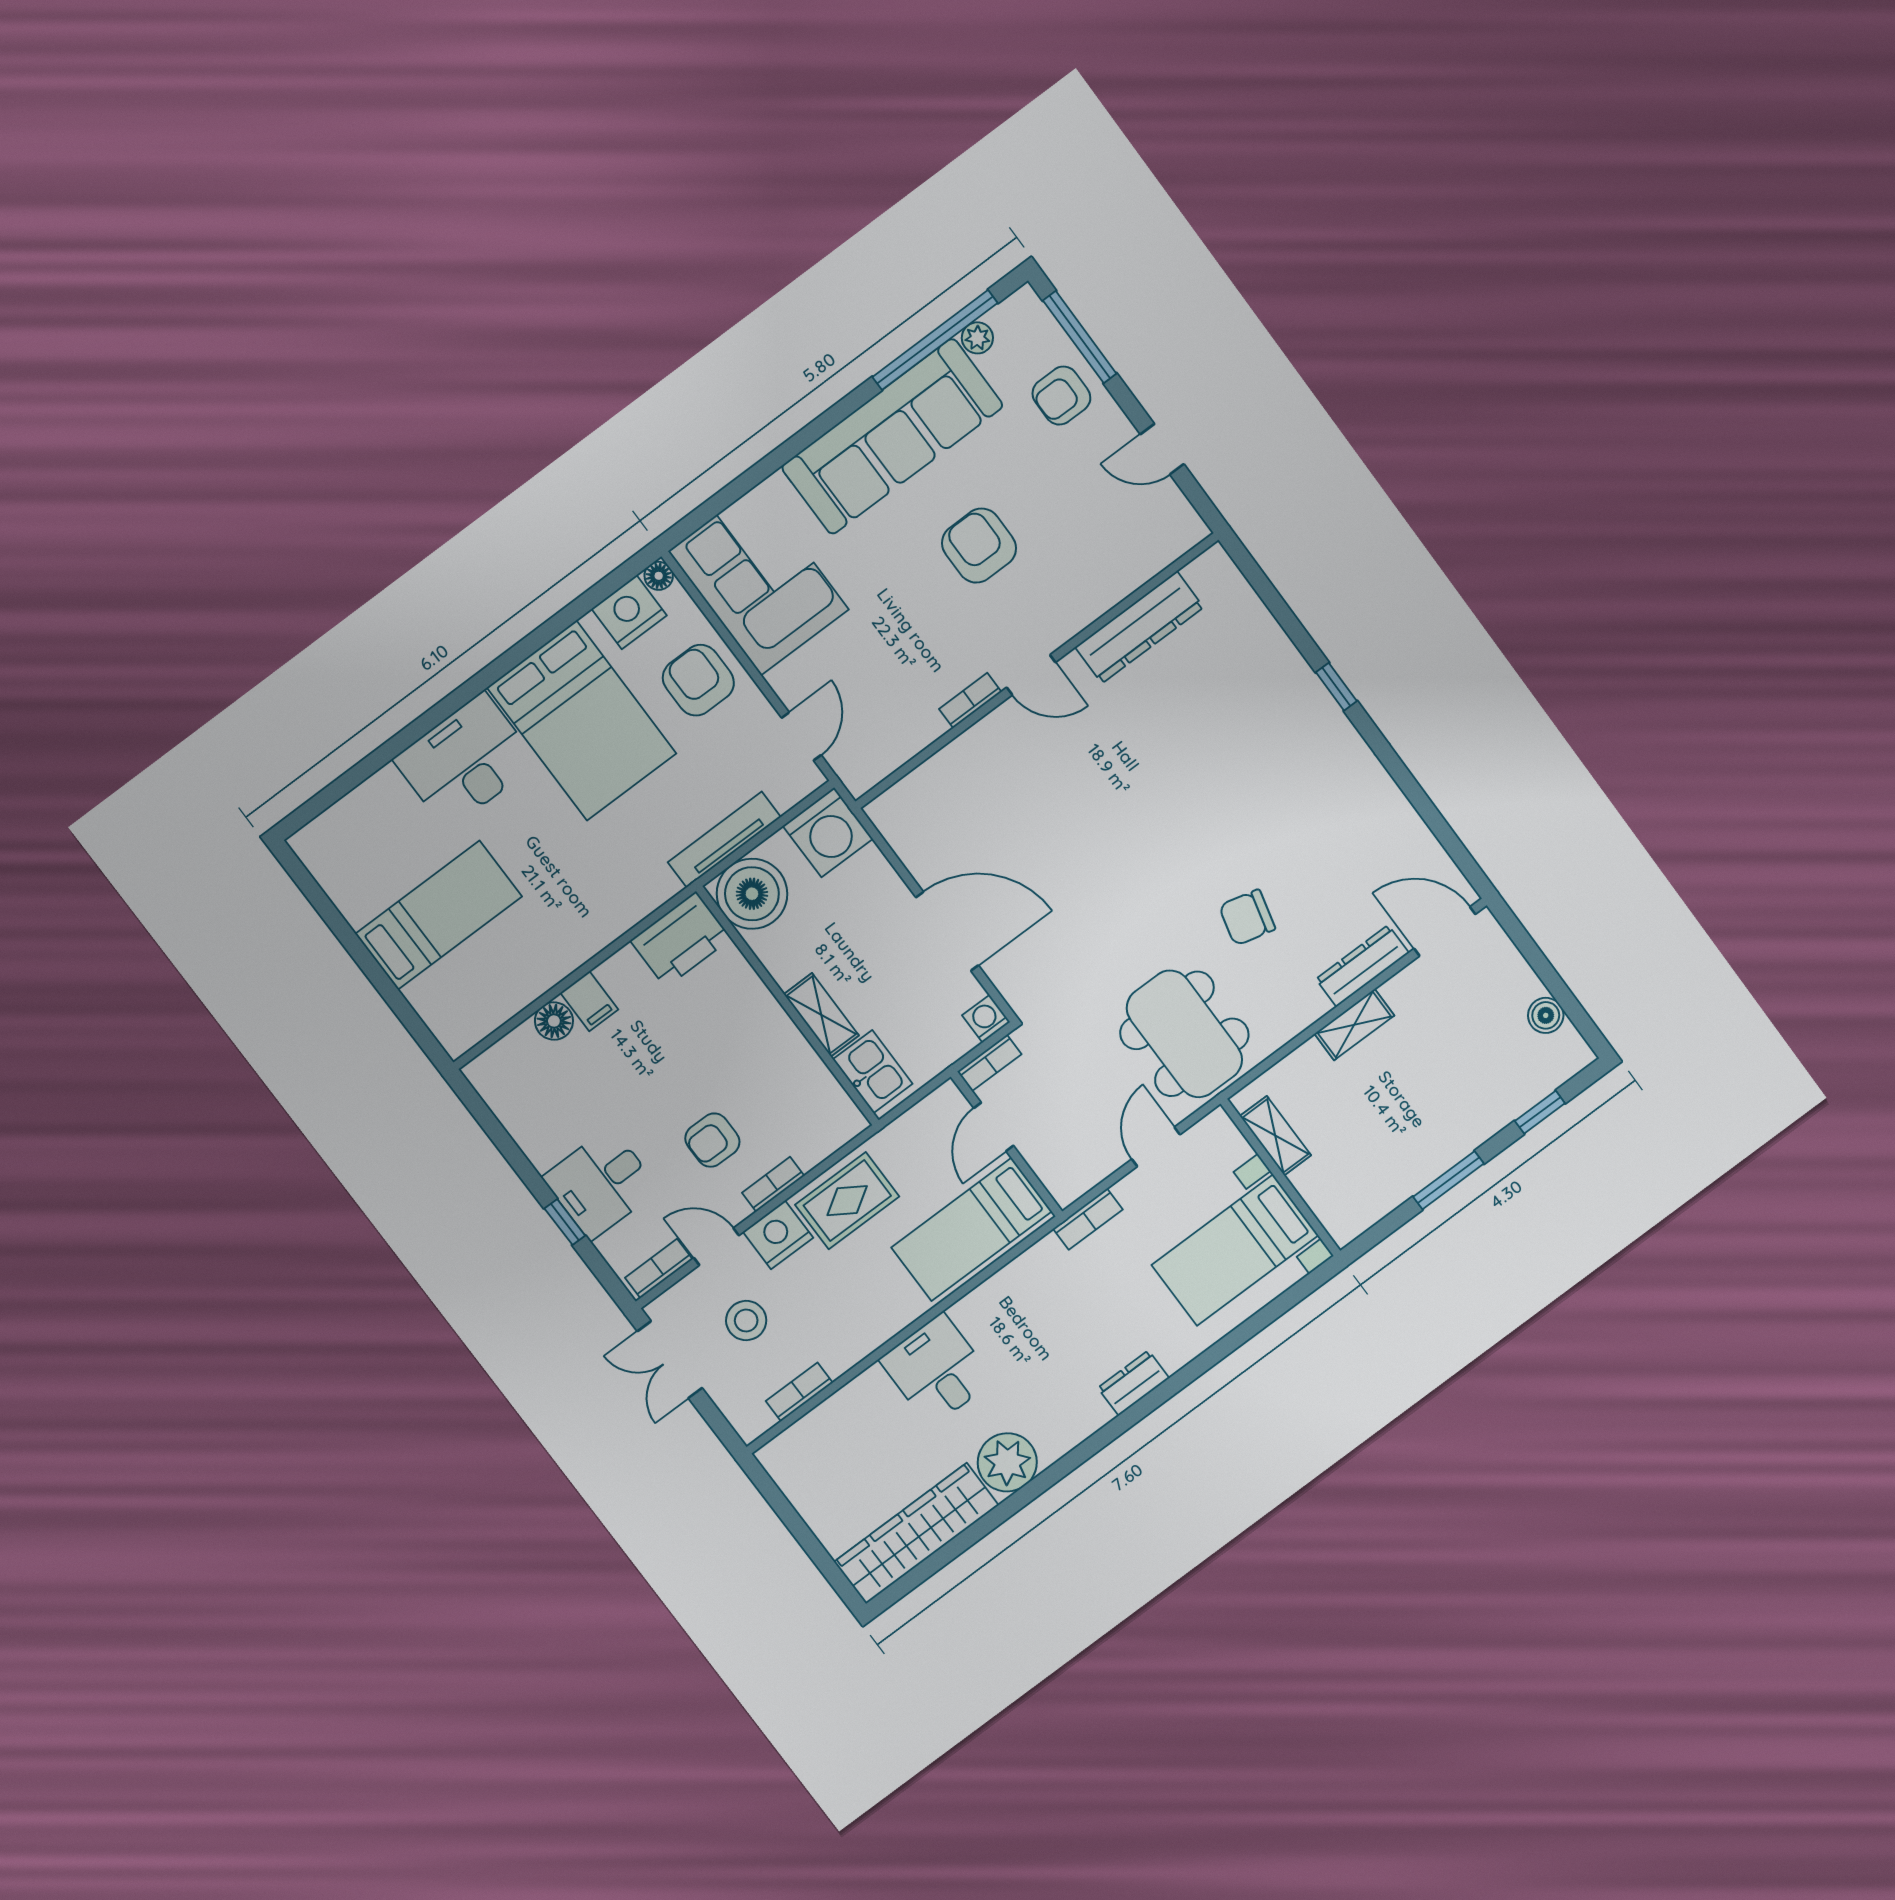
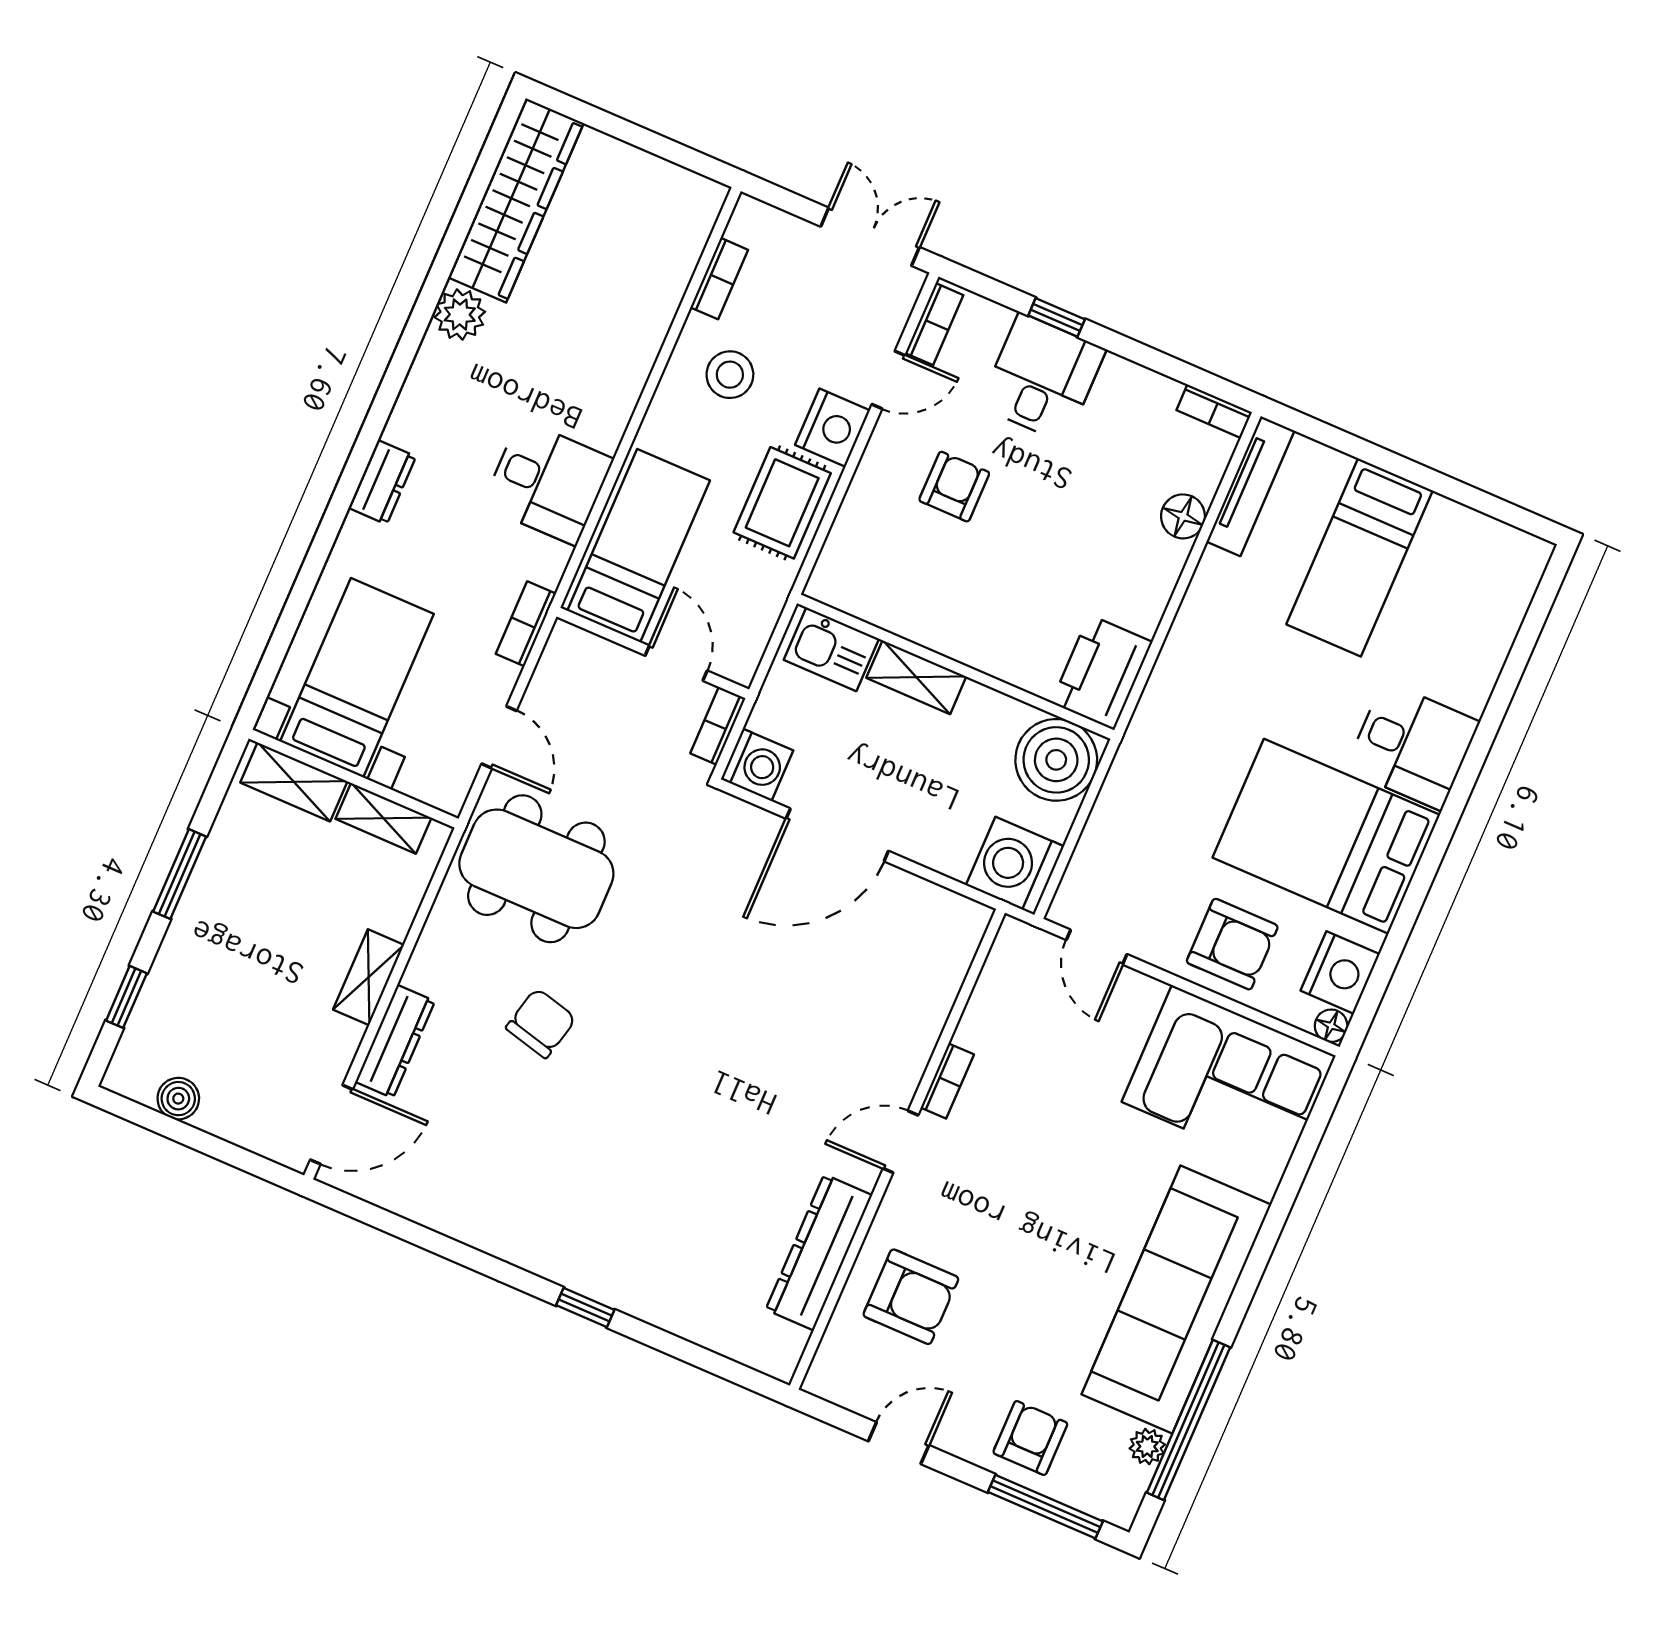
armchair: (979, 546) -> (911, 1297), moved
desk: (466, 761) -> (1412, 746), width x0.73
tv unit: (724, 840) -> (1250, 486), moved
filing cabinet: (589, 1001) -> (1159, 557), removed
washing machine: (986, 1019) -> (757, 765), width x1.38, depth x1.38
bookcase: (773, 1184) -> (1214, 411), moved, turned 90
shelving: (1326, 1200) -> (294, 782), added
stool: (746, 1321) -> (730, 375), moved
desk: (937, 1370) -> (548, 482), moved
plant: (1007, 1462) -> (460, 314), width x0.73, depth x0.73

